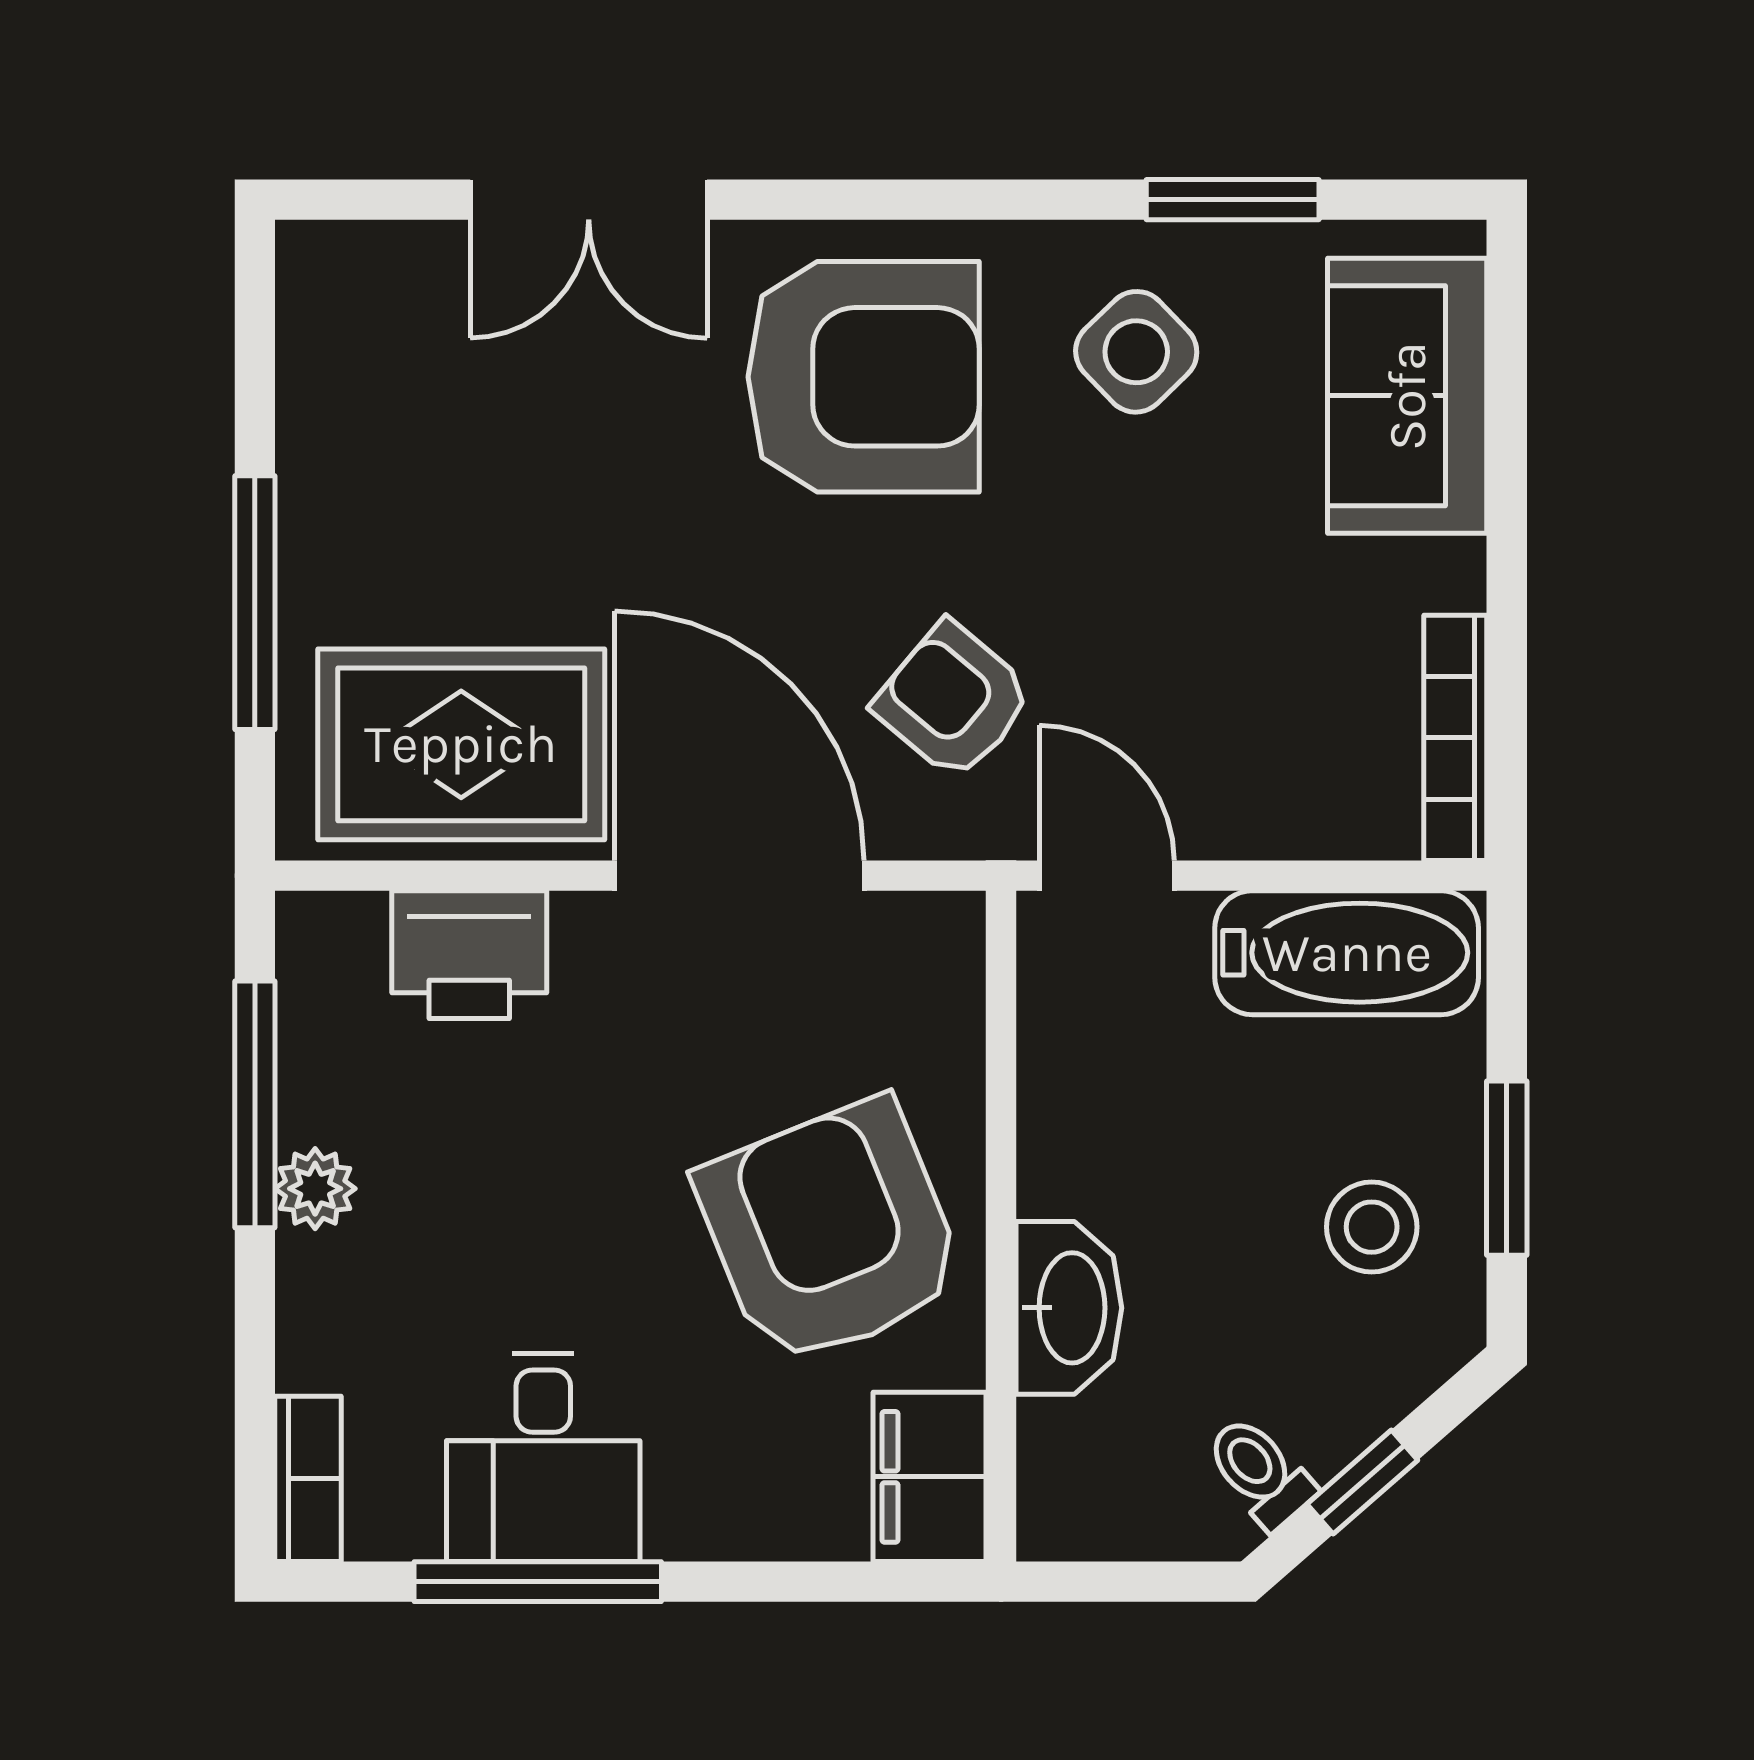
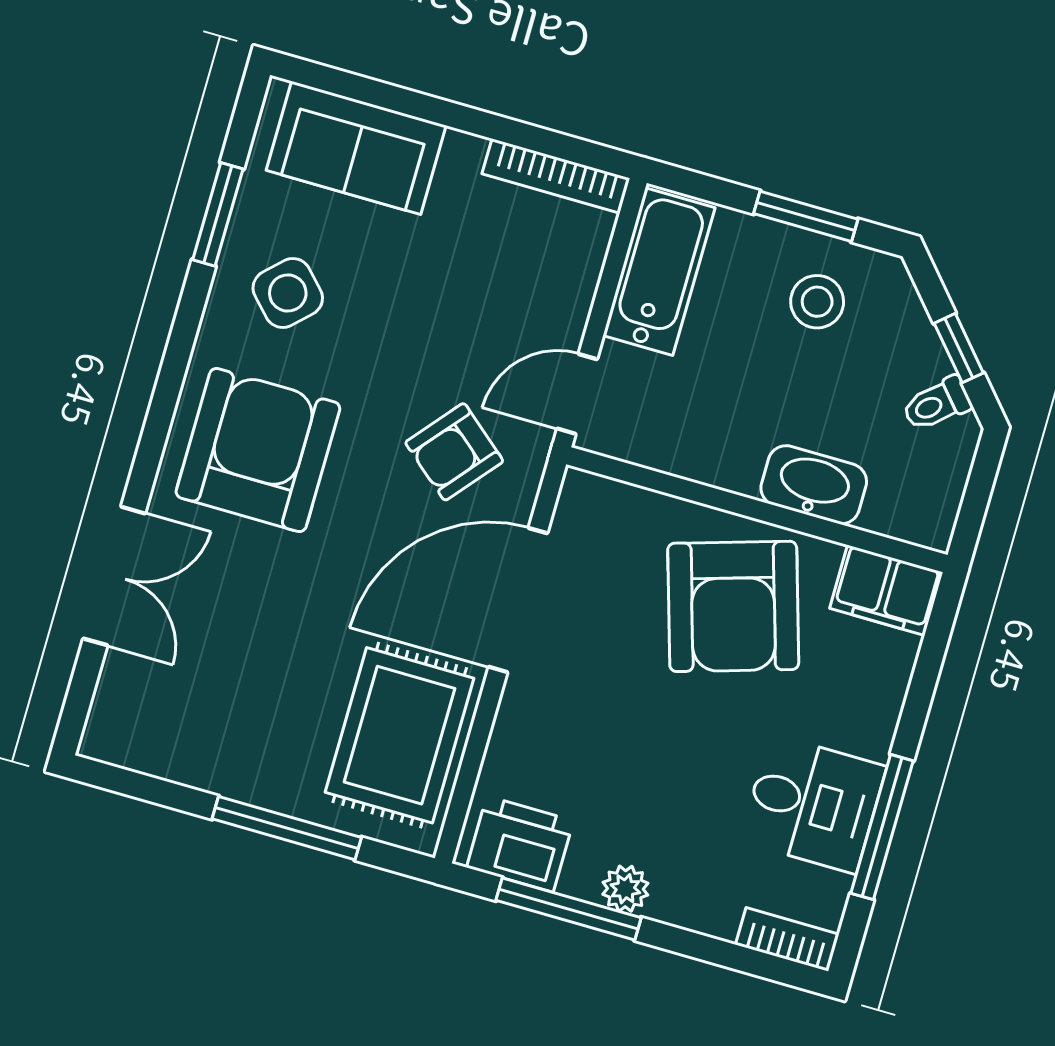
printer: (469, 955) -> (520, 844), moved, turned -90
armchair: (831, 1233) -> (733, 606), turned -85

